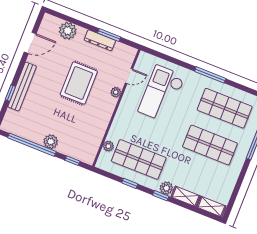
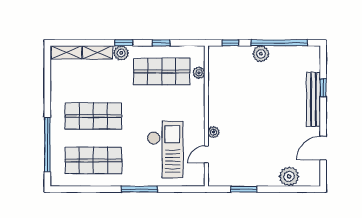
dresser: (100, 40) -> (252, 180), removed
window: (210, 75) -> (139, 189), moved
rug: (79, 83) -> (256, 126), removed

